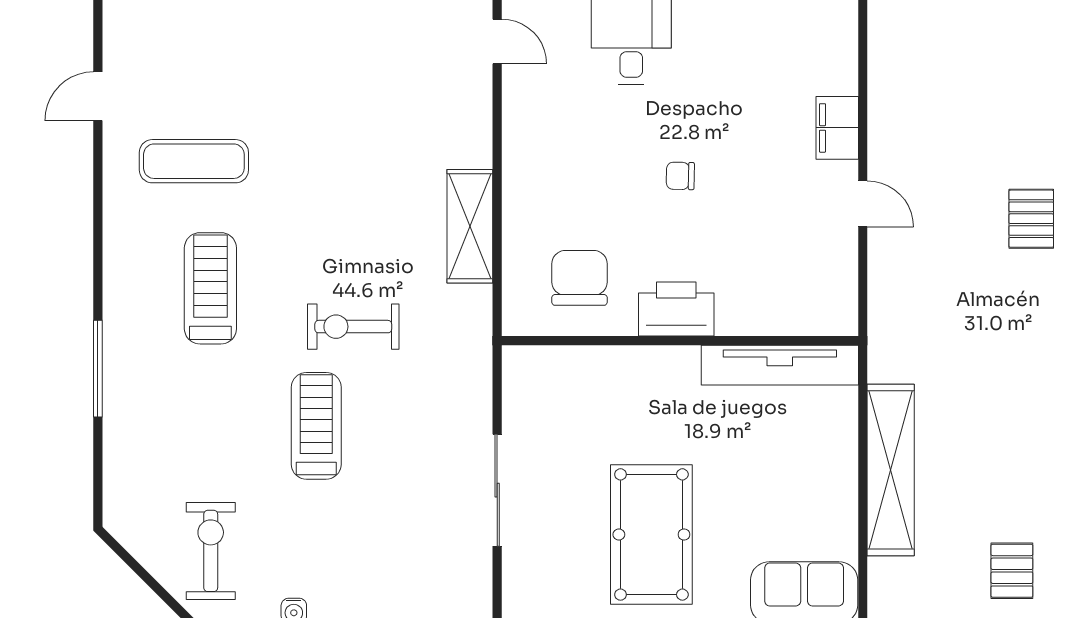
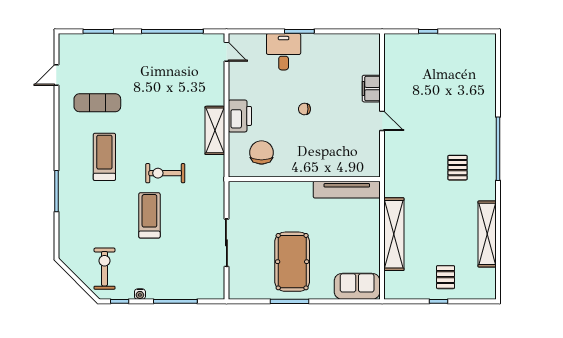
pallet: (1031, 219) -> (458, 168), moved
printer: (676, 309) -> (240, 116), moved, turned 90

